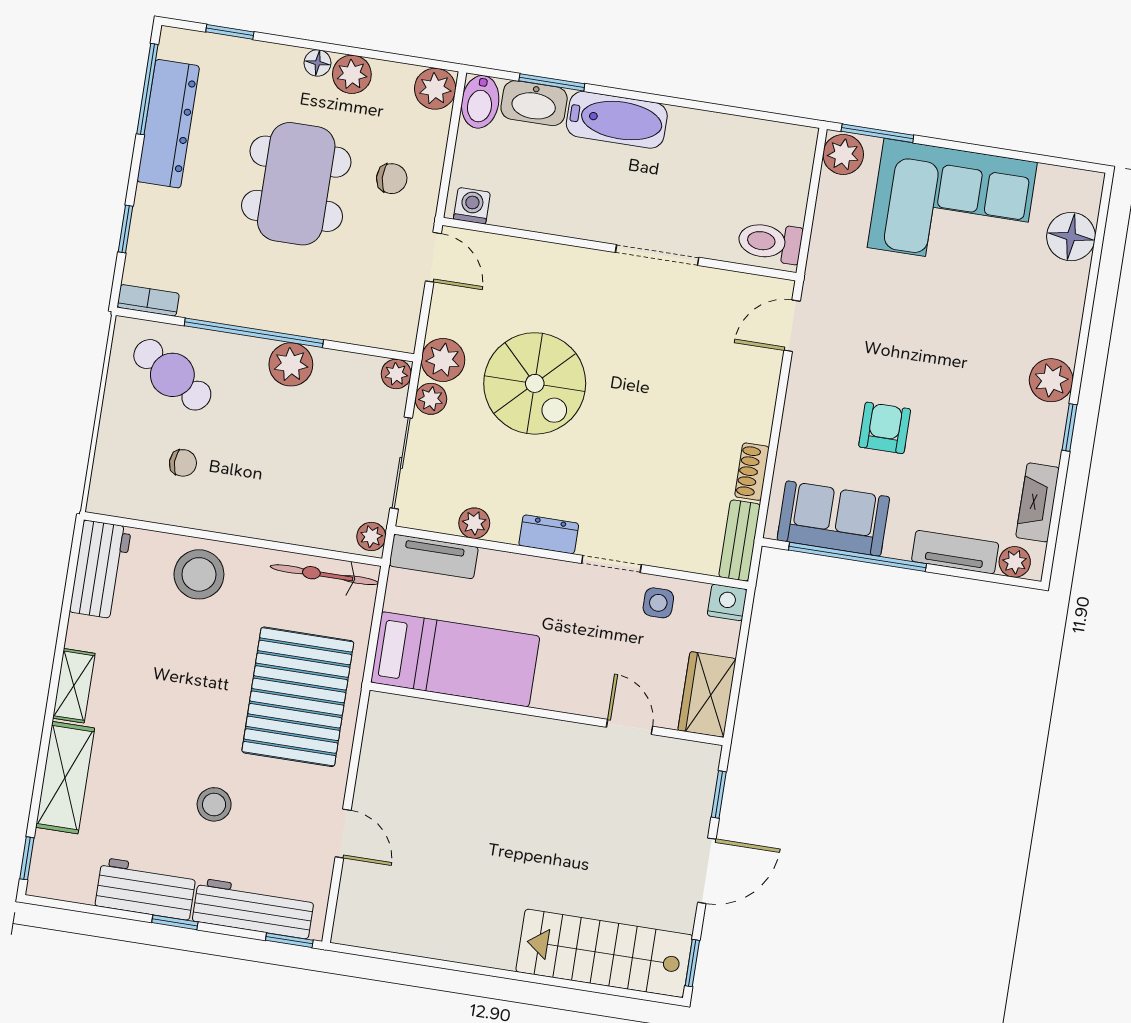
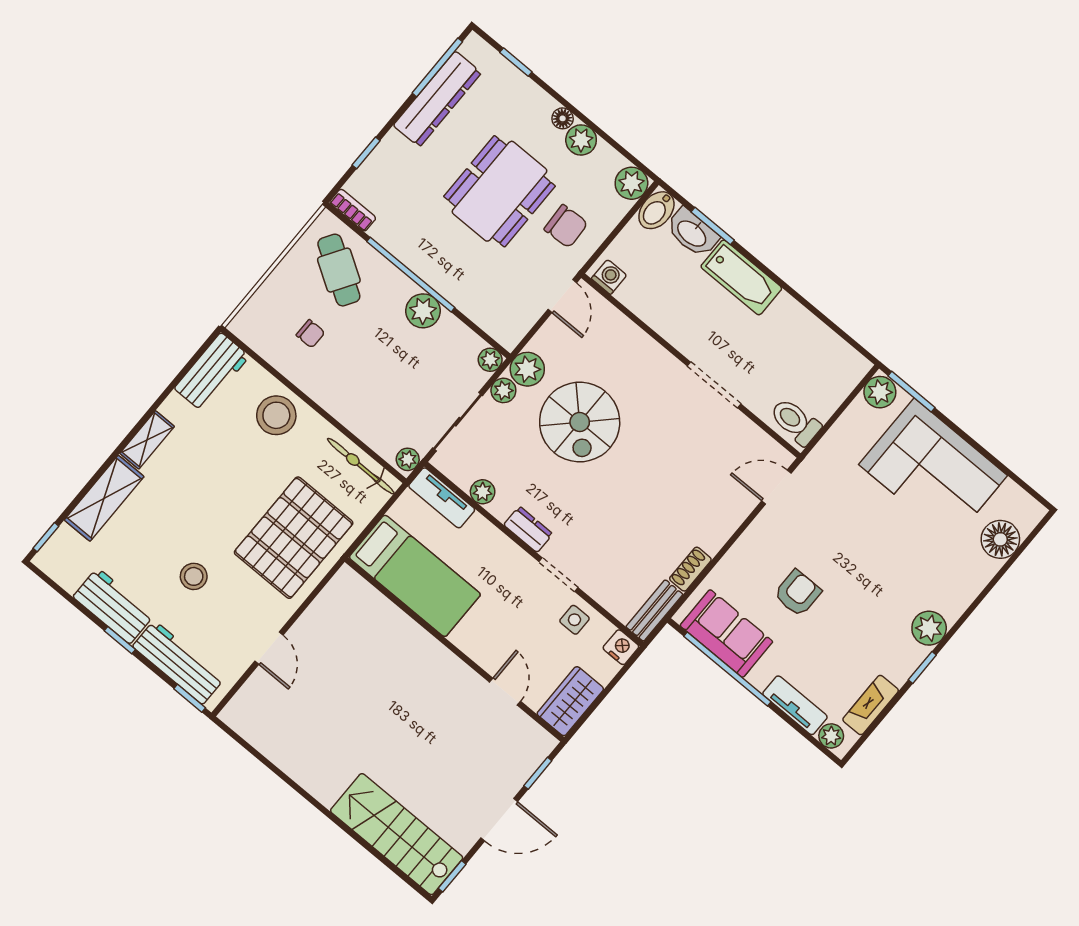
chair: (392, 179) -> (566, 226), width x1.37, depth x1.37

